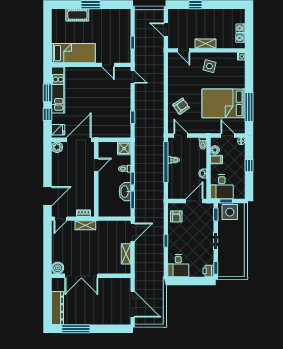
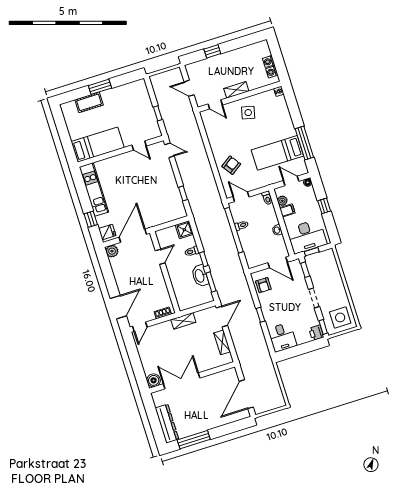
window: (47, 93) -> (83, 196), removed
bed: (223, 103) -> (277, 153), width x0.67
desk: (222, 187) -> (307, 236), width x1.37
door: (194, 201) -> (278, 262), swing flipped
side table: (230, 212) -> (340, 317), moved
shelving: (85, 225) -> (183, 321), moved
double door: (81, 276) -> (182, 381), swing flipped
door: (133, 304) -> (246, 394), swing flipped

